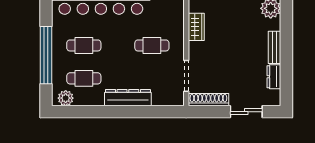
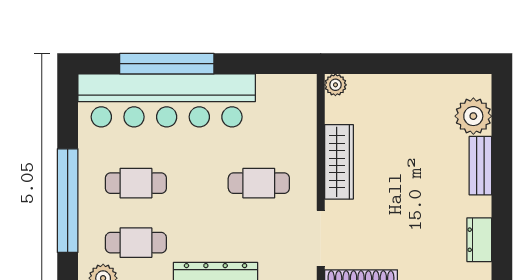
wardrobe: (196, 27) -> (339, 162), width x1.50
bench: (275, 47) -> (480, 166), moved

